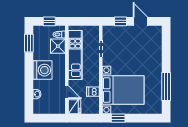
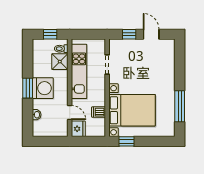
window: (29, 43) -> (28, 88), moved

